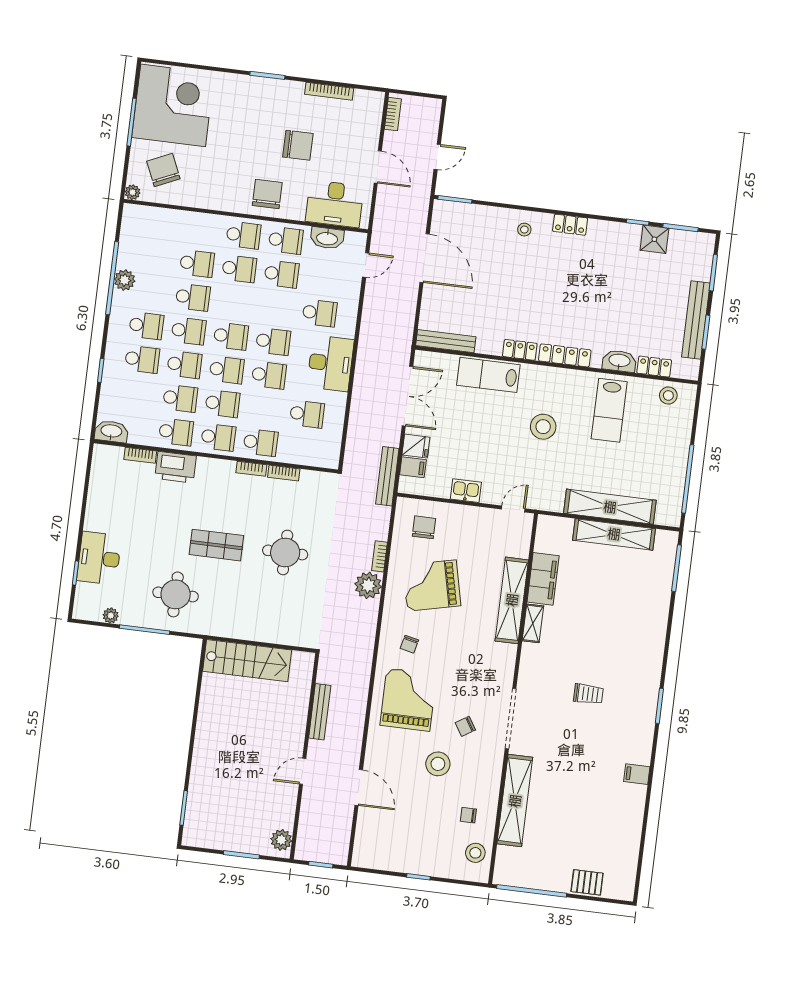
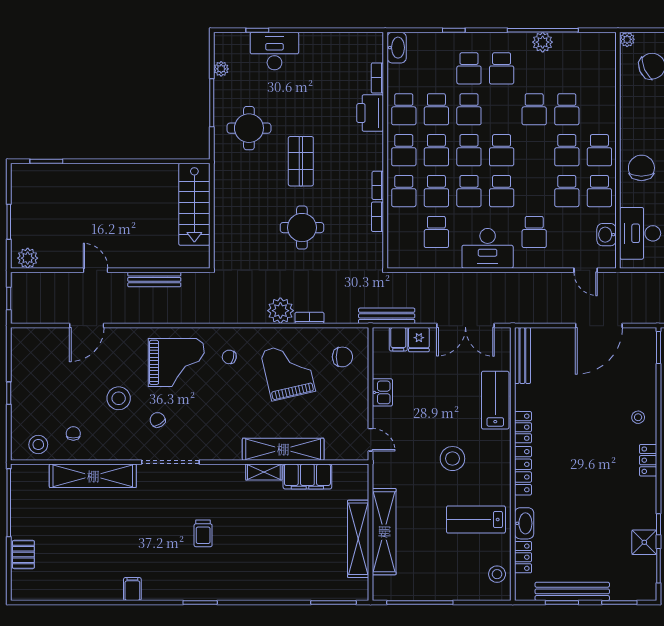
chair: (267, 194) -> (641, 168), turned -90
washbasin: (327, 238) -> (607, 235), width x0.72
school desk: (189, 331) -> (436, 191), moved

